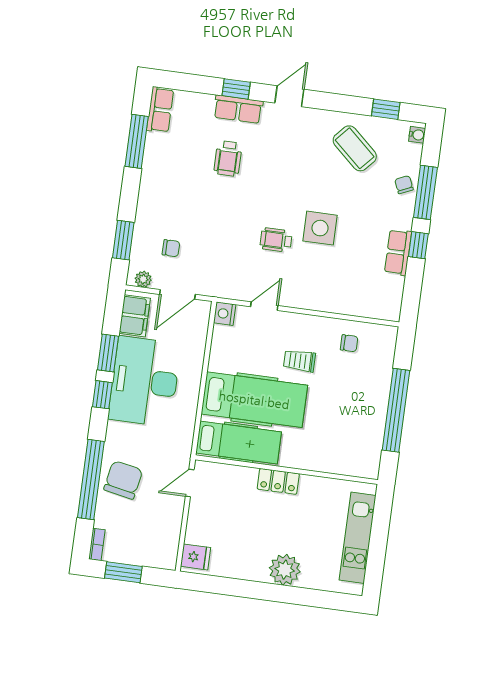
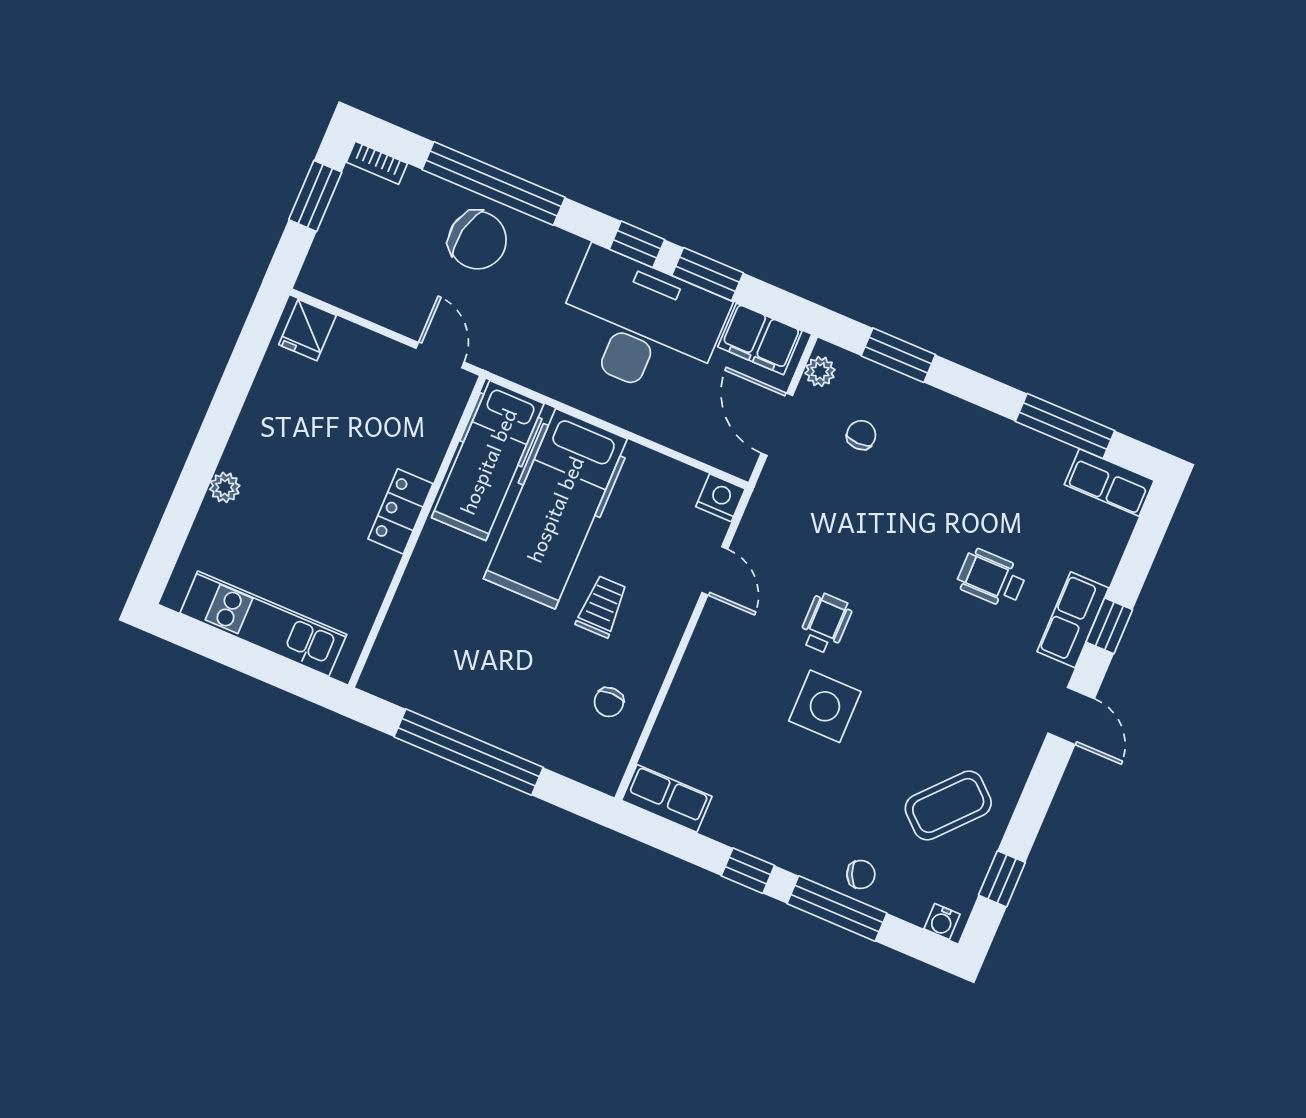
chair: (171, 248) -> (861, 435), turned 180
row of seats: (398, 252) -> (667, 798), moved
plant: (285, 570) -> (225, 487), width x0.53, depth x0.53

